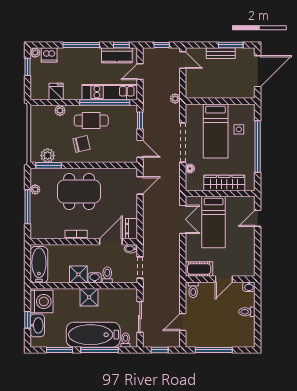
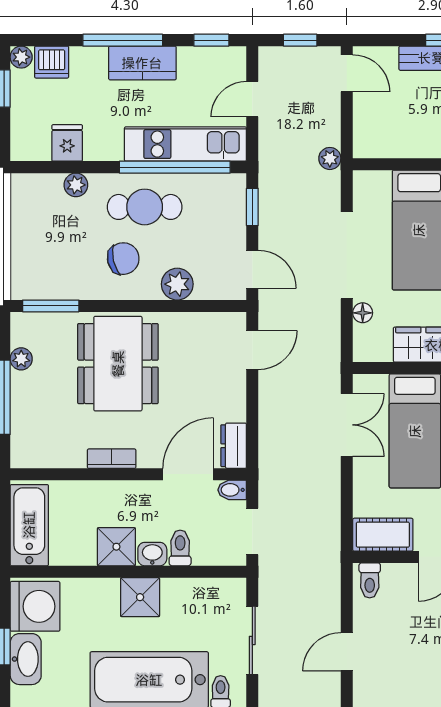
kitchen counter: (117, 55) -> (142, 63), moved
plant: (48, 156) -> (177, 284), moved
dining table: (79, 192) -> (118, 364), turned 90

